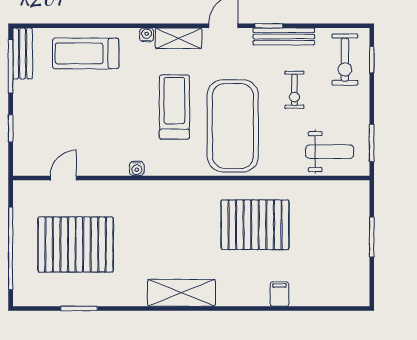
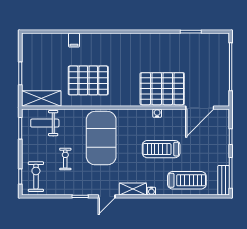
bench: (284, 36) -> (72, 190), removed
treadmill: (174, 107) -> (161, 149), moved, turned 90
door: (63, 178) -> (200, 108), width x1.87
pallet: (76, 245) -> (162, 89), moved
shelving: (181, 293) -> (41, 99), moved

